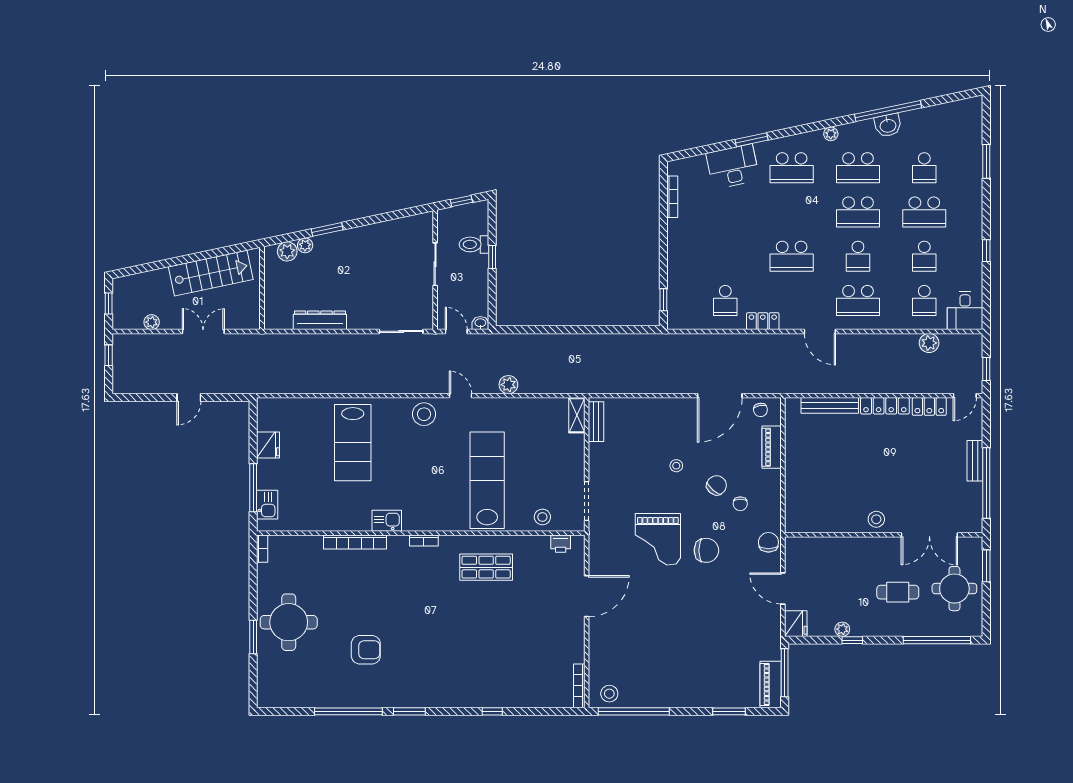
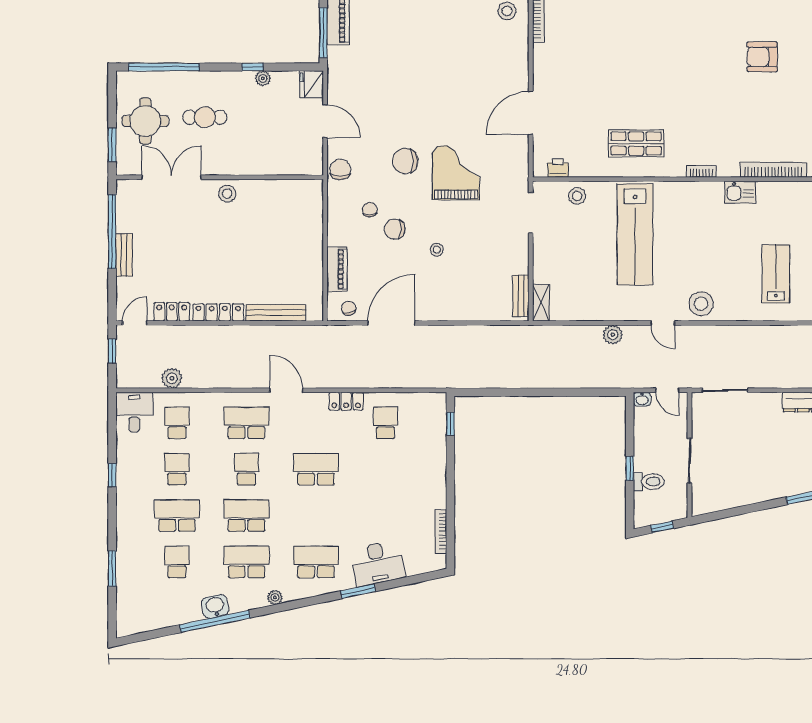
lab bench: (353, 443) -> (776, 274), width x0.73, depth x0.72
chair: (717, 485) -> (395, 229), turned 51
chair: (768, 542) -> (340, 169), turned 180

